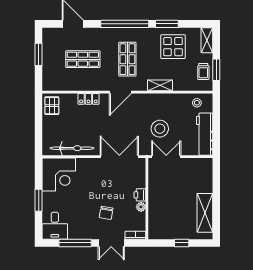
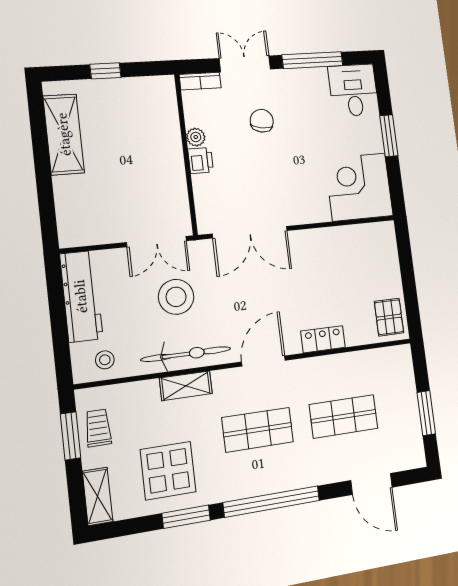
shop shelf: (127, 59) -> (258, 430), turned 90
bicycle: (72, 148) -> (186, 354), moved, turned 180

